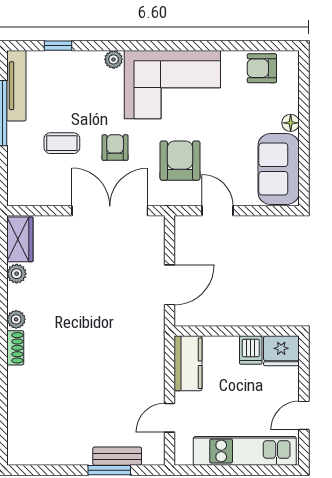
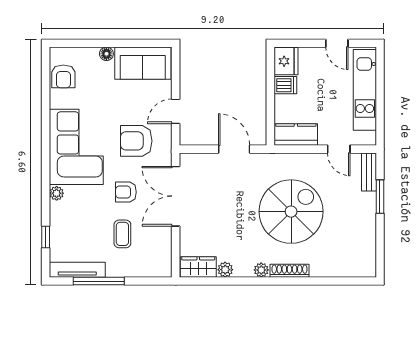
shoe rack: (15, 348) -> (289, 271), width x1.43
spiral stairs: (90, 357) -> (291, 212), added
bench: (117, 456) -> (369, 172), moved

